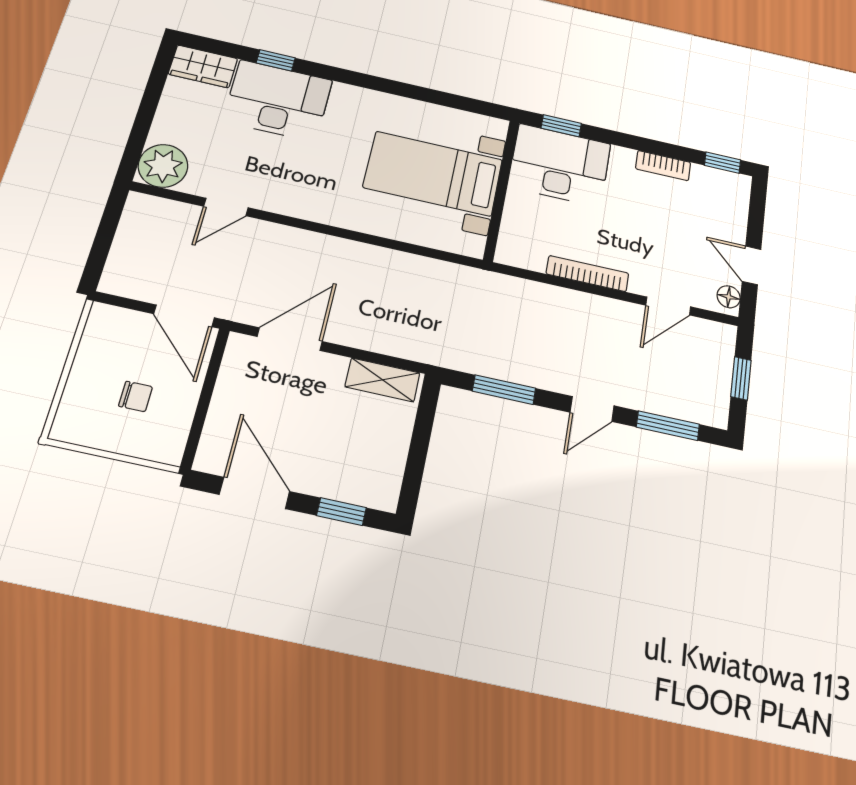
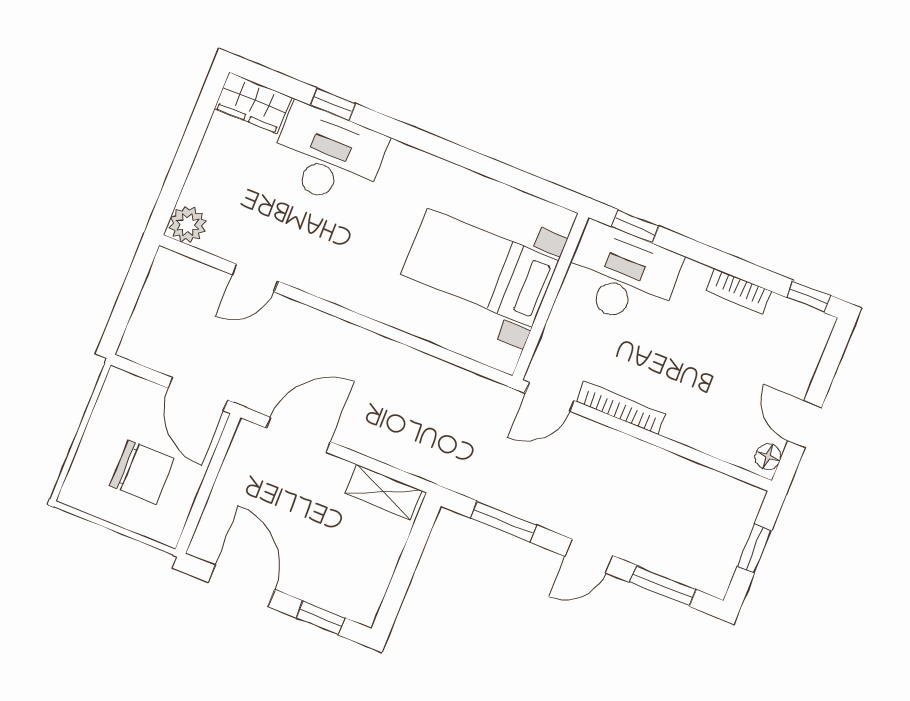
plant: (163, 166) -> (188, 225), width x0.73, depth x0.73
door: (668, 306) -> (550, 397), moved
chair: (136, 396) -> (142, 472), width x1.87, depth x1.87

